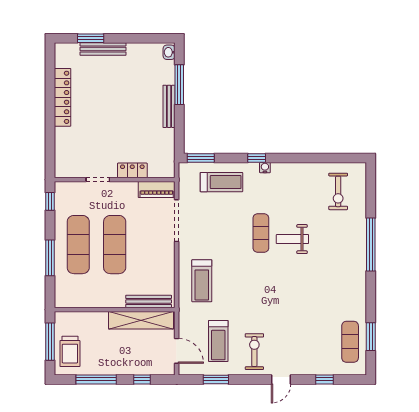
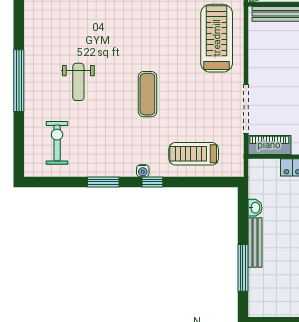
washbasin: (169, 52) -> (255, 208), moved
window: (201, 158) -> (103, 182), moved
weight bench: (292, 239) -> (78, 82), moved, turned 90
treadmill: (202, 281) -> (217, 38), width x1.37, depth x1.38

